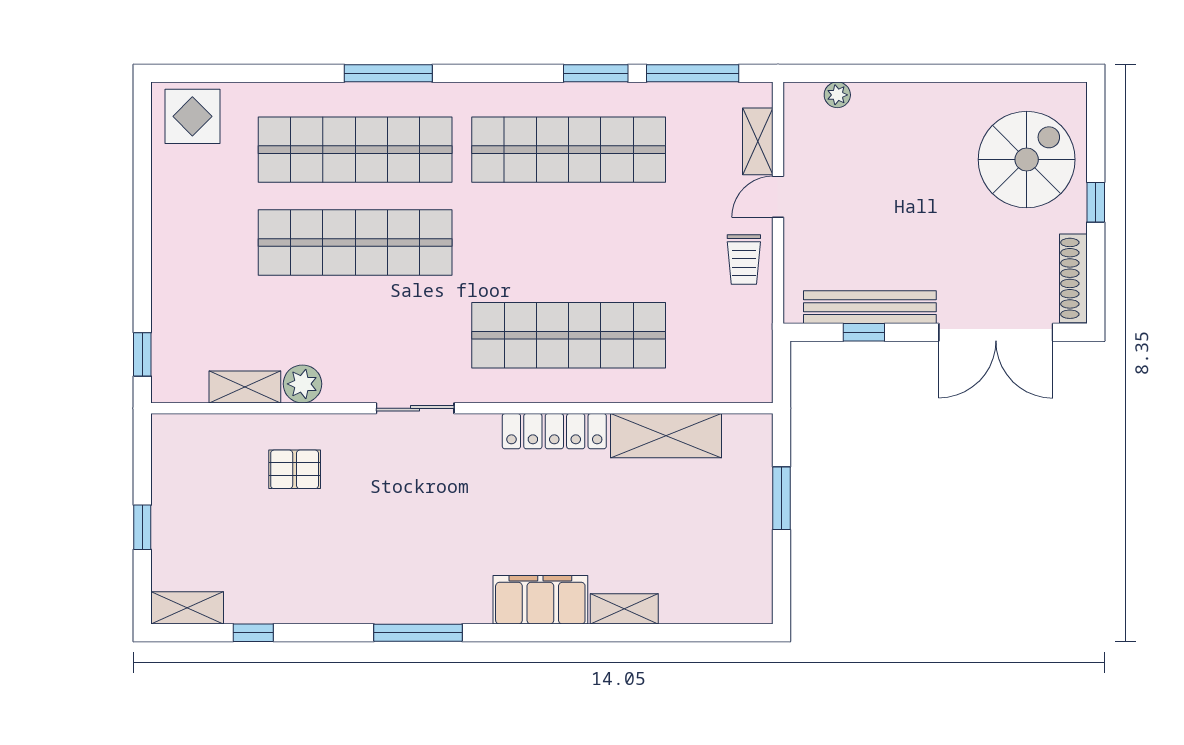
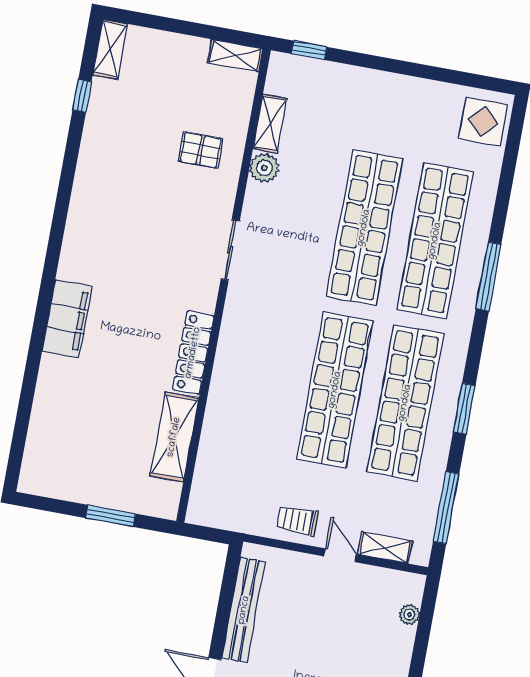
window: (596, 73) -> (464, 409), moved
window: (864, 332) -> (225, 602), removed
shop shelf: (569, 335) -> (335, 390), moved
pallet: (295, 469) -> (201, 150), turned 90
window: (142, 527) -> (178, 26), removed
shelving: (624, 609) -> (235, 56), moved, turned 90
window: (418, 633) -> (59, 221), removed

